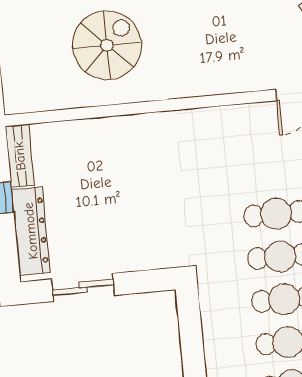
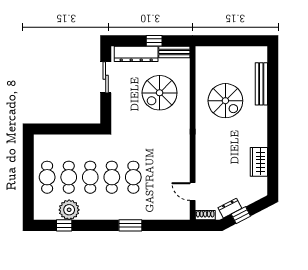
spiral stairs: (104, 178) -> (160, 93), added

